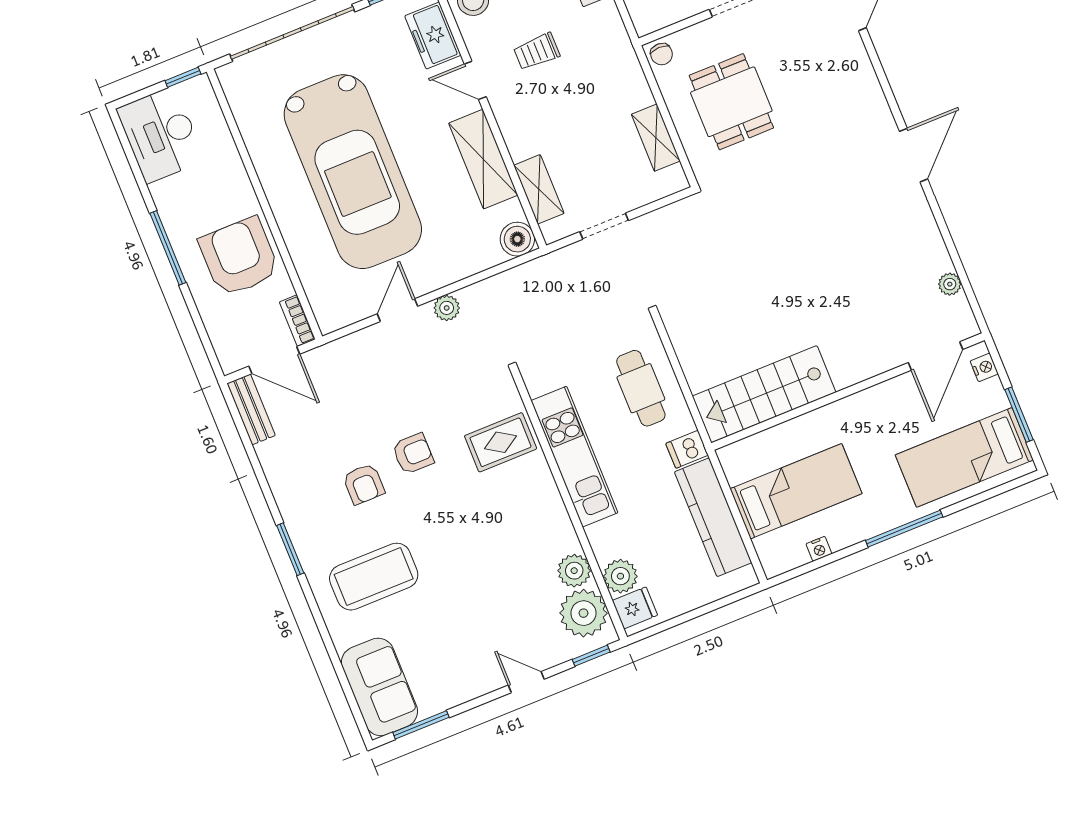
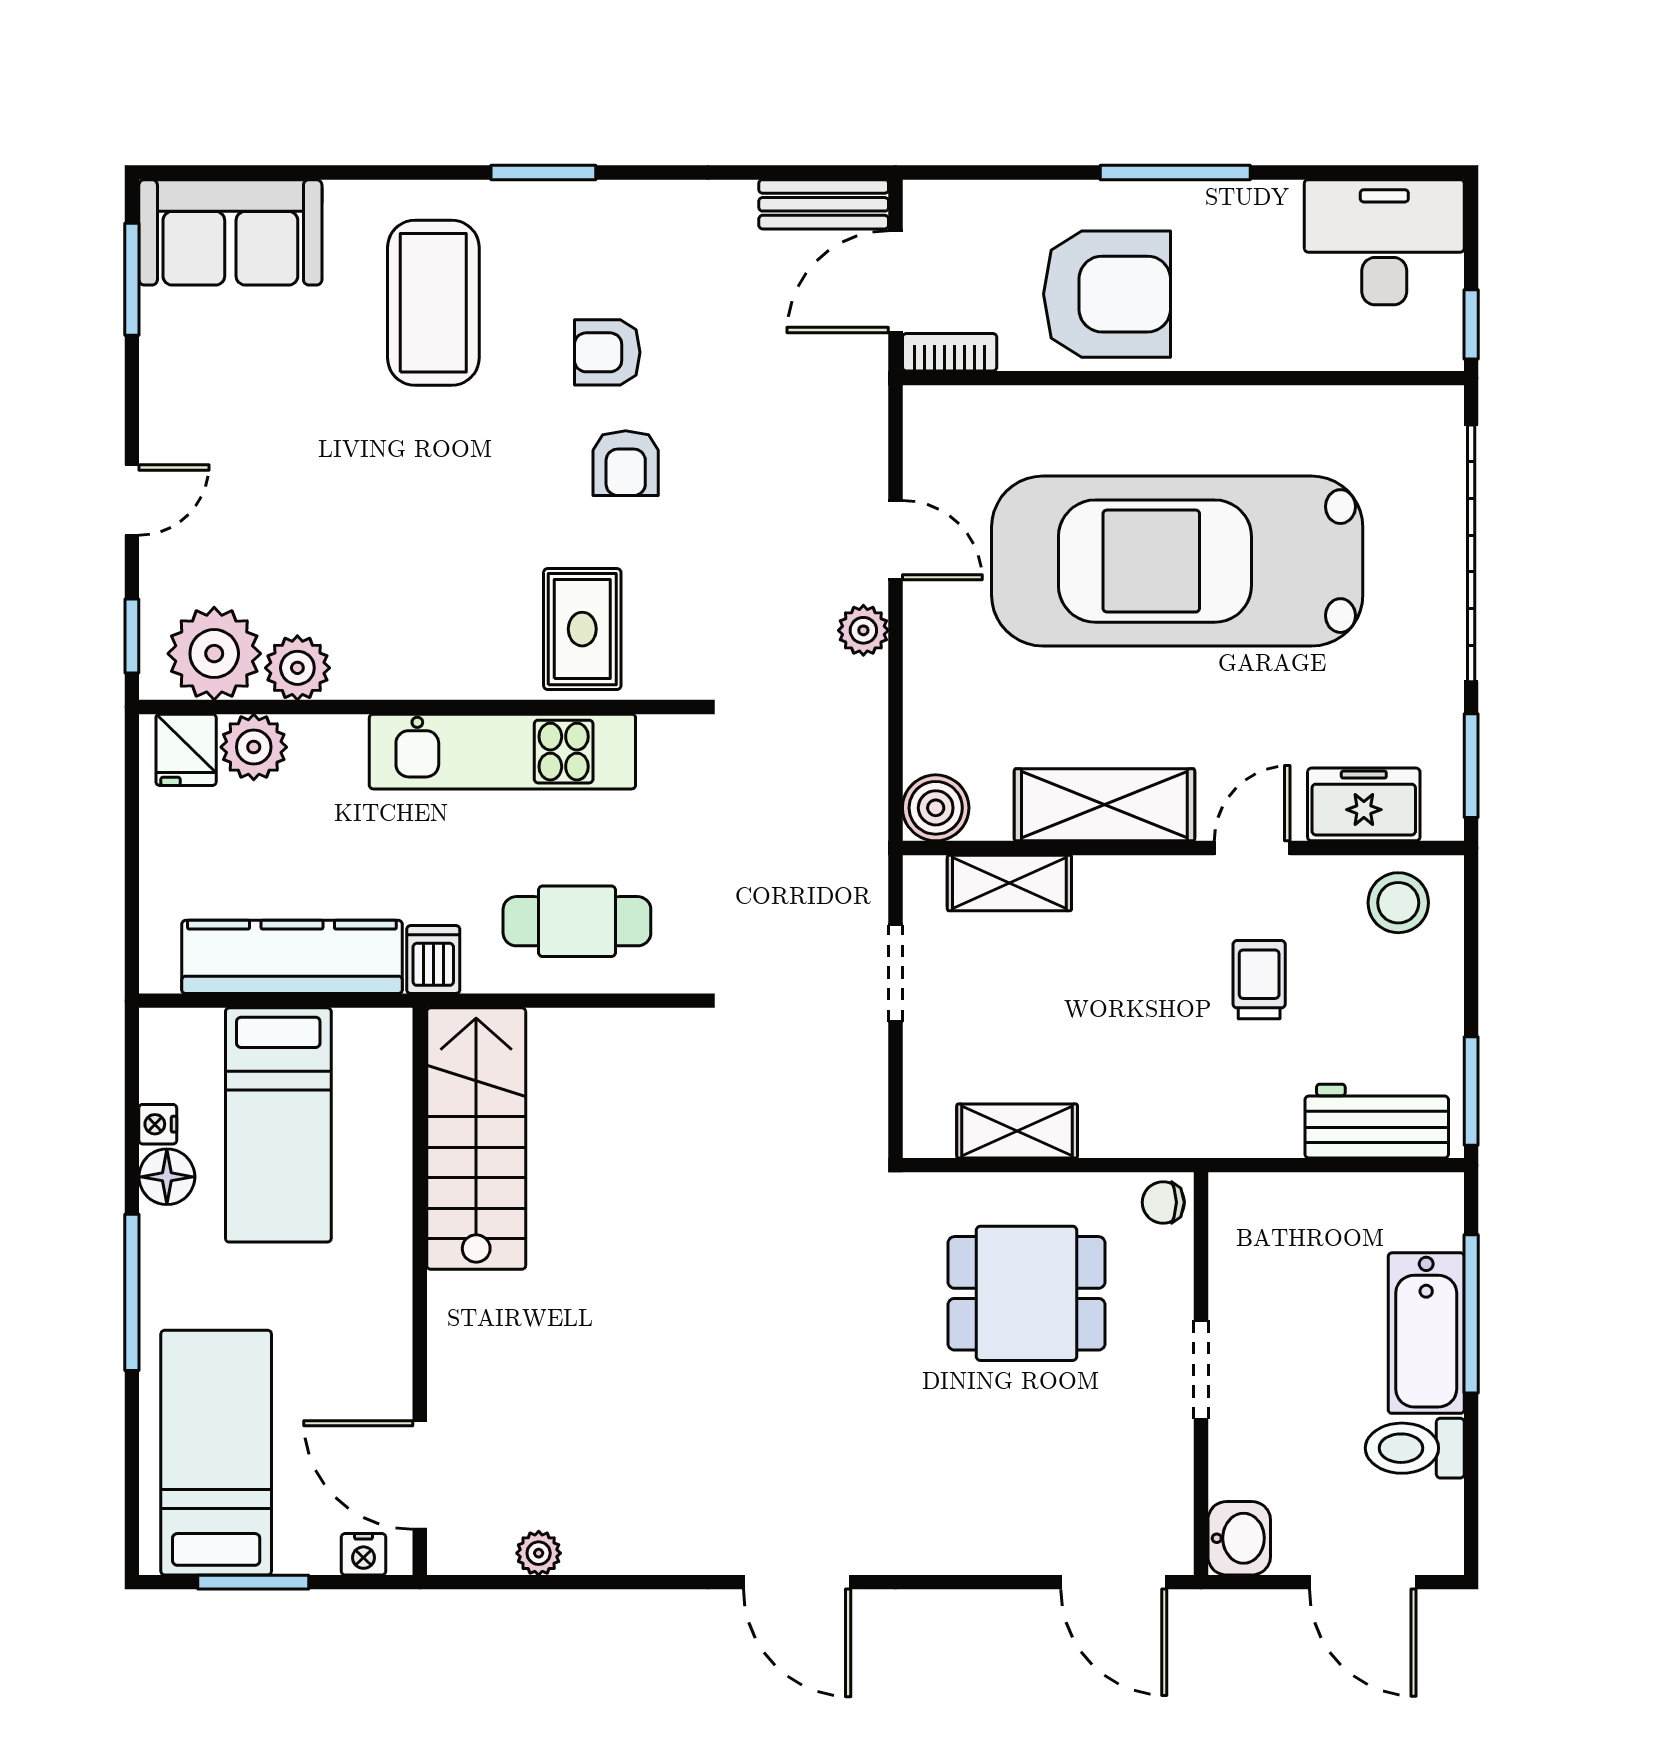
floor lamp: (842, 534) -> (167, 1177), added

